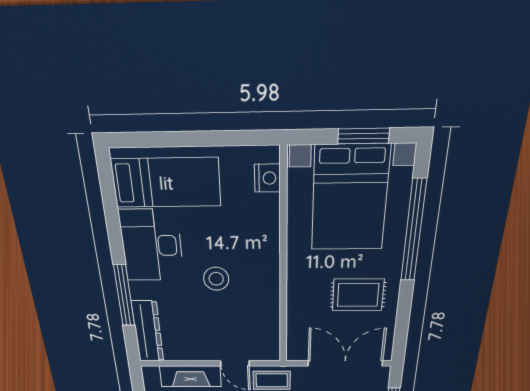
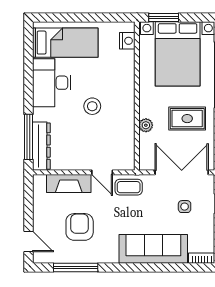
window: (364, 136) -> (164, 18), moved
window: (124, 296) -> (29, 137), moved
plant: (296, 304) -> (146, 125), added

